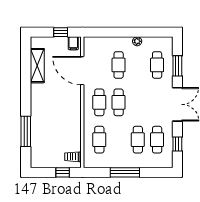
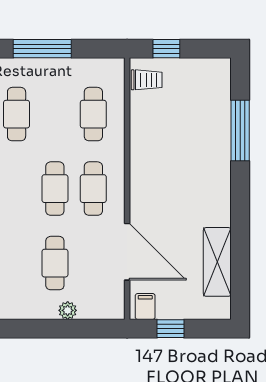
plant: (137, 41) -> (68, 310), moved

